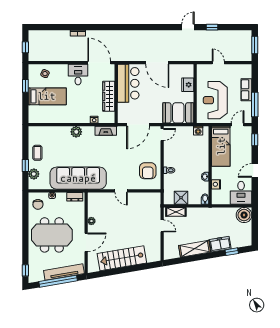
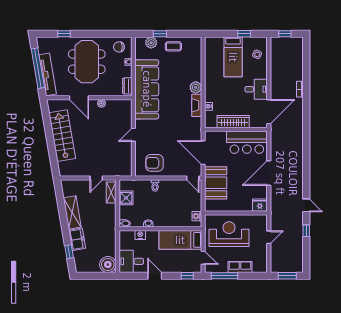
fridge: (188, 85) -> (260, 205), moved
booth: (178, 113) -> (216, 183), moved
fireplace: (106, 131) -> (197, 105), moved
window: (25, 270) -> (64, 34), moved

